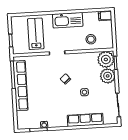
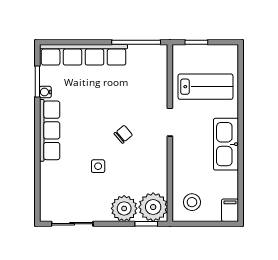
stool: (91, 39) -> (192, 202), moved
row of seats: (21, 86) -> (84, 55), moved
row of seats: (85, 120) -> (50, 130), moved

